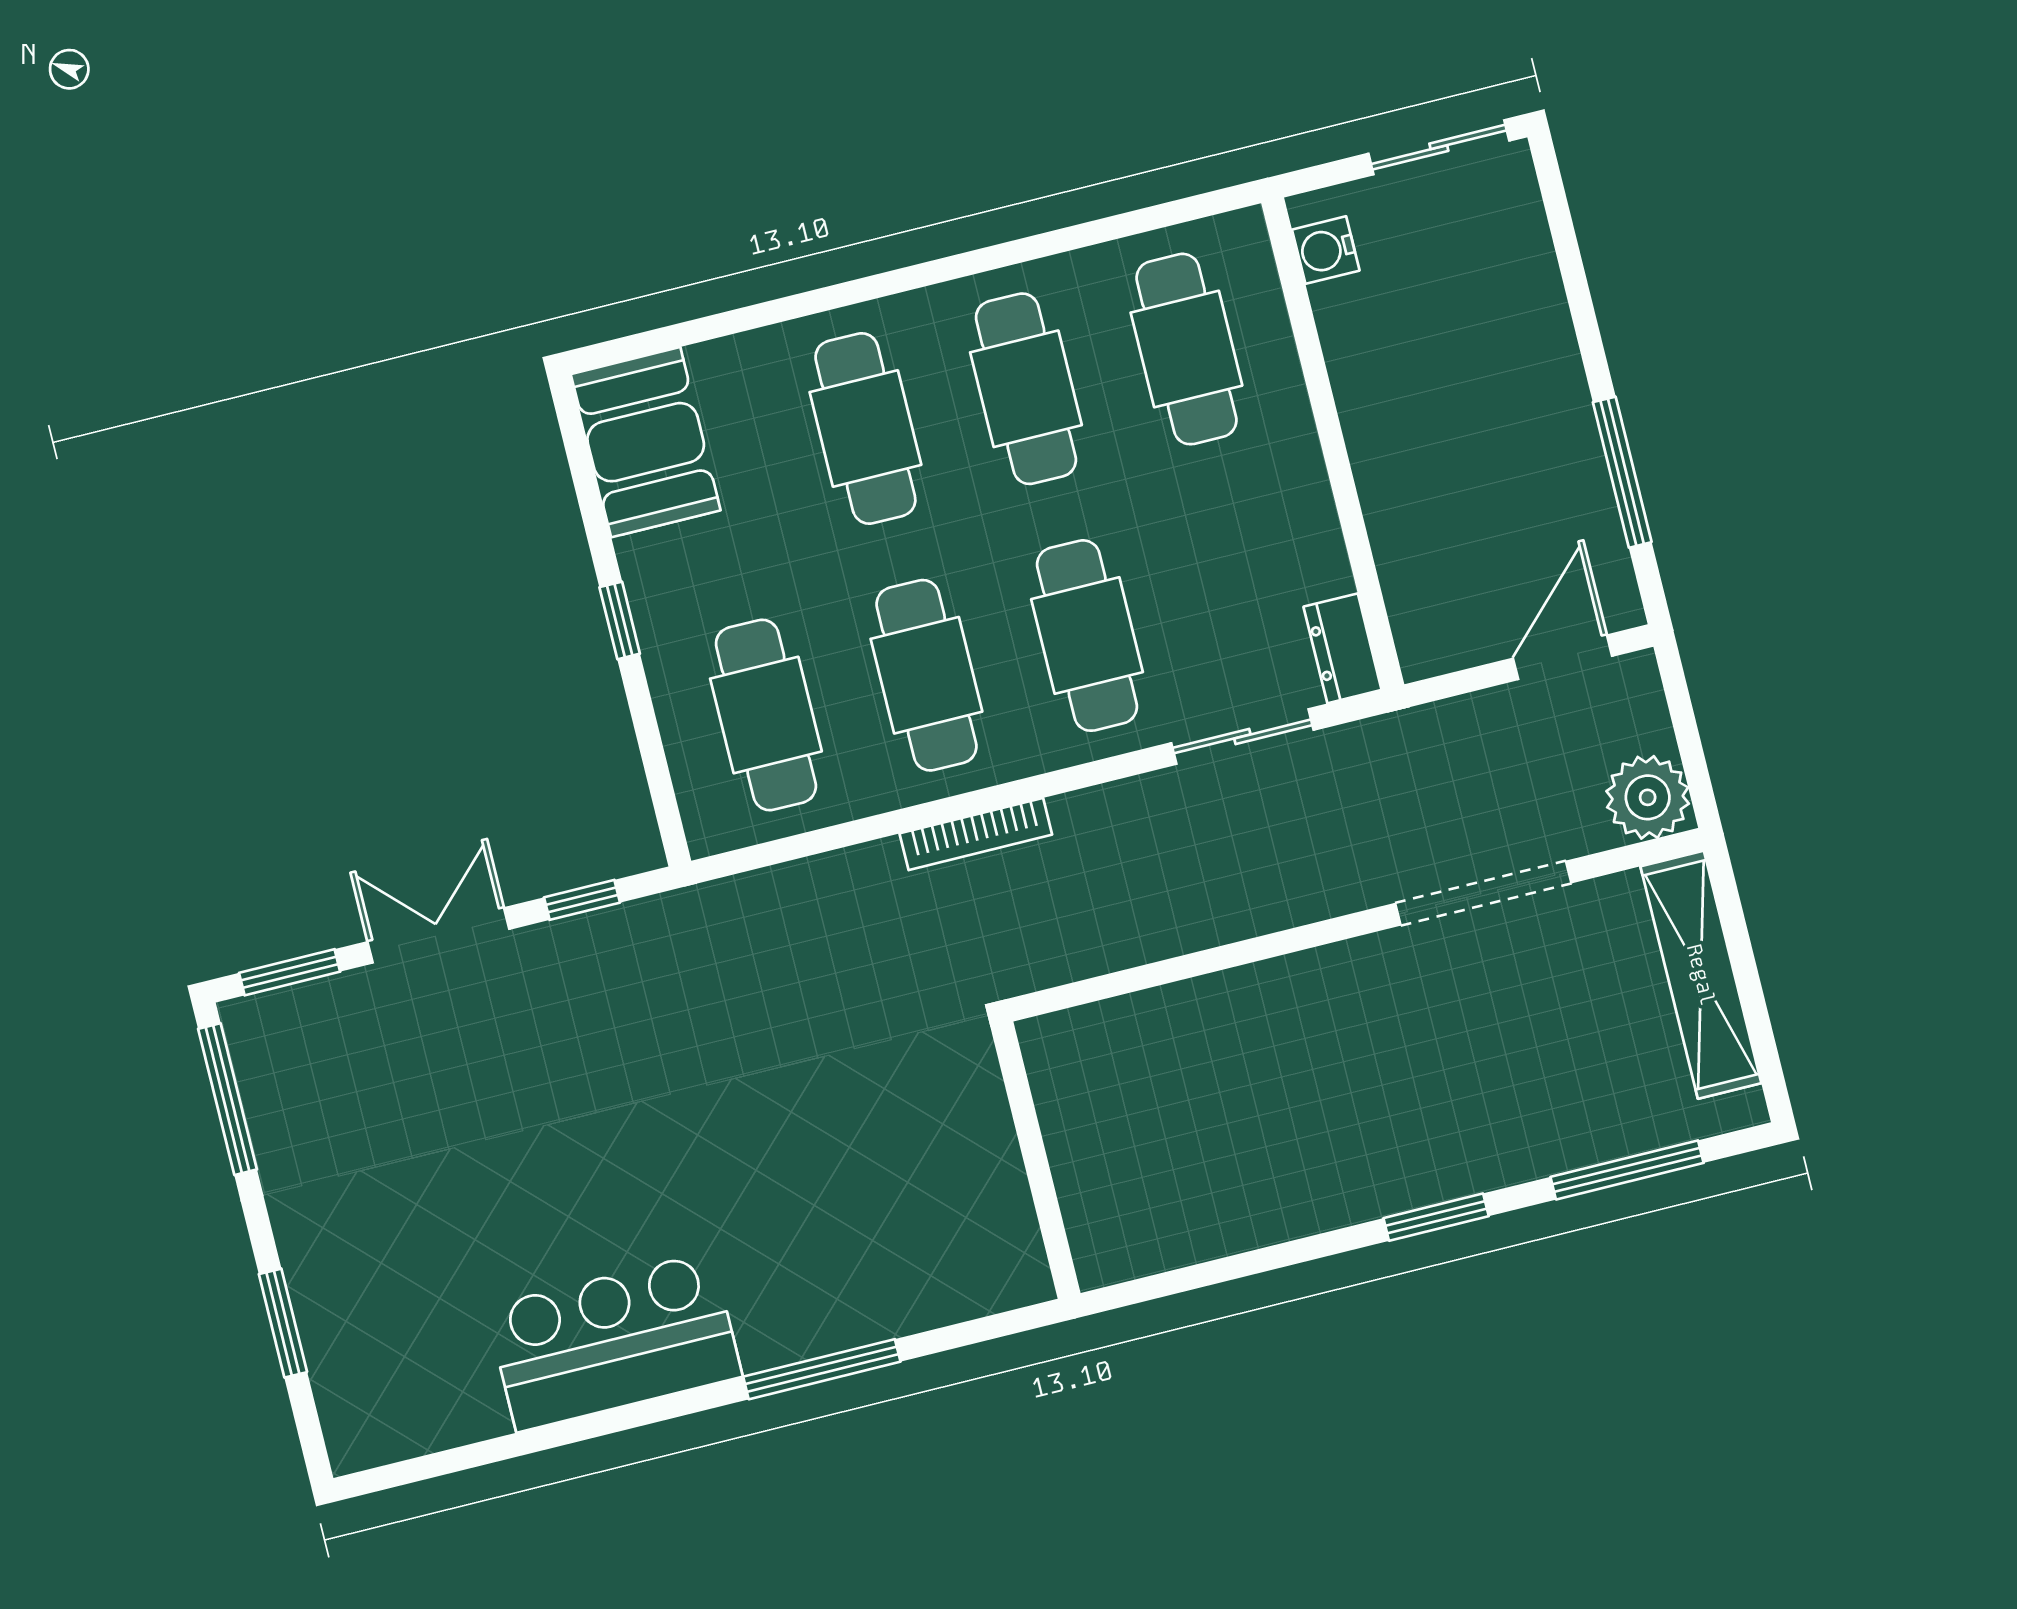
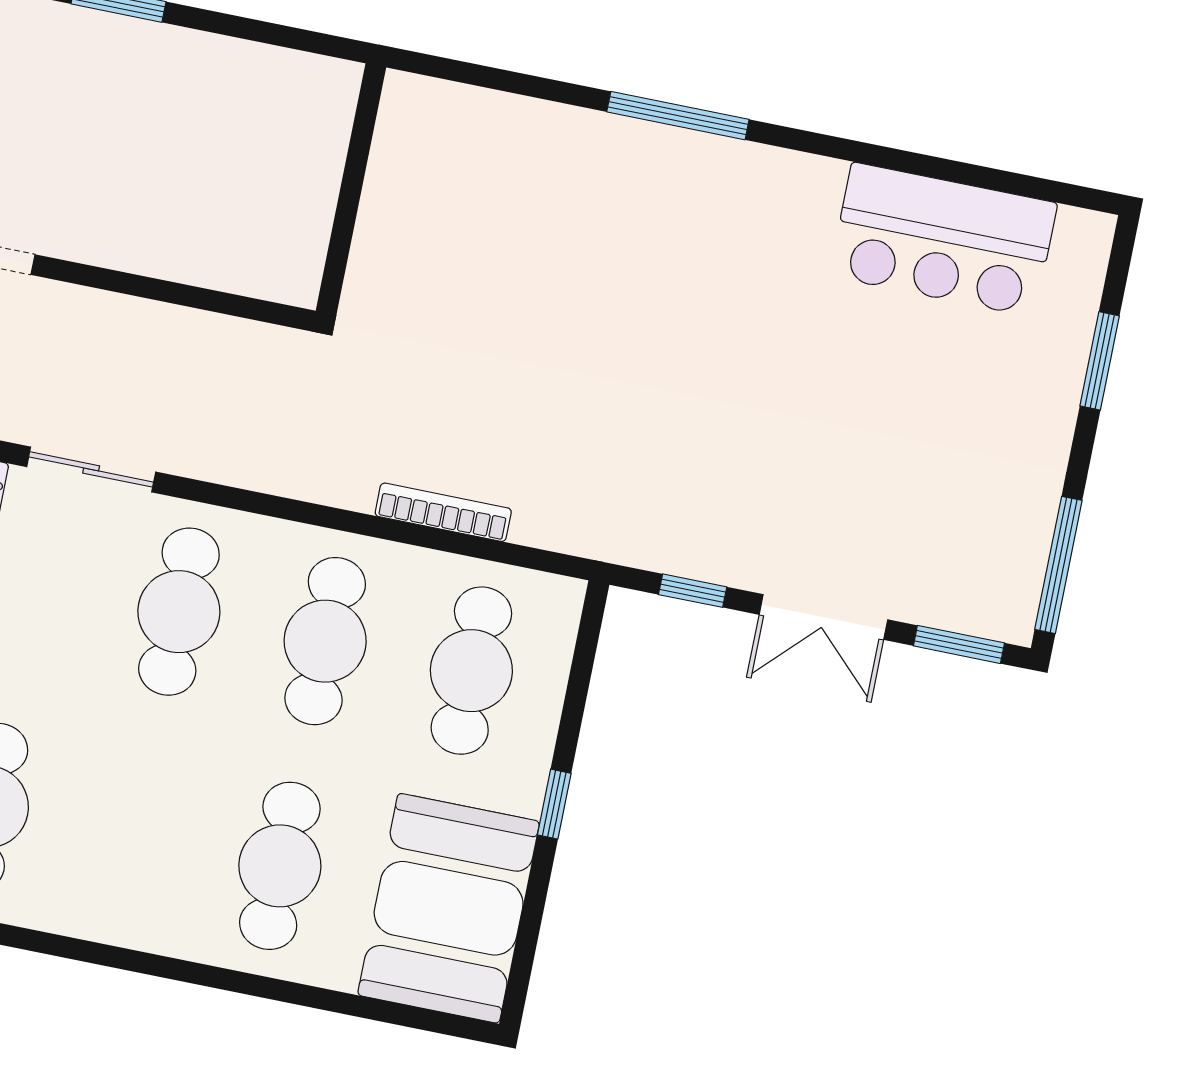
cafe table: (1026, 389) -> (134, 836), removed
booth: (646, 442) -> (449, 908), width x1.36, depth x1.42
bookcase: (976, 834) -> (443, 512), moved
wall: (1036, 1160) -> (351, 189), moved
bar counter: (614, 1342) -> (943, 240), moved

